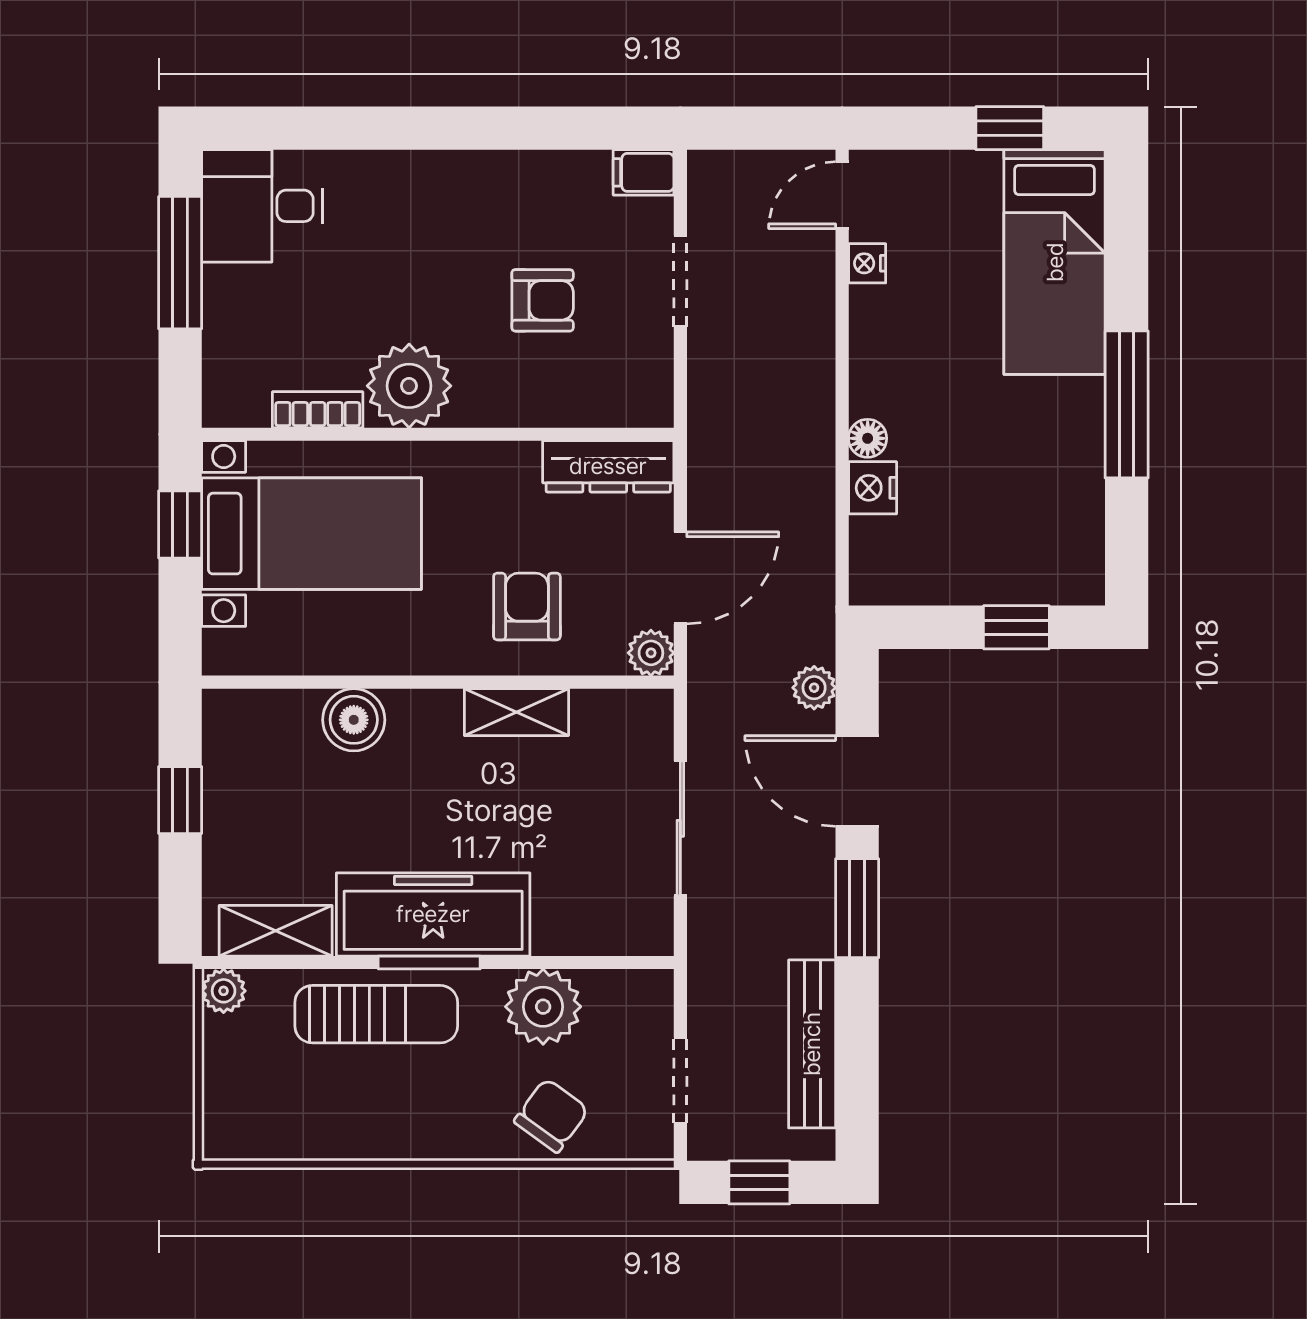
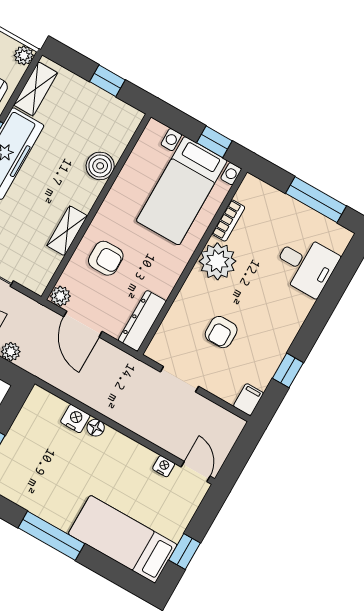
window: (543, 128) -> (288, 370), added
desk: (262, 206) -> (306, 265), moved, turned 90
doorway: (680, 281) -> (179, 379), moved

